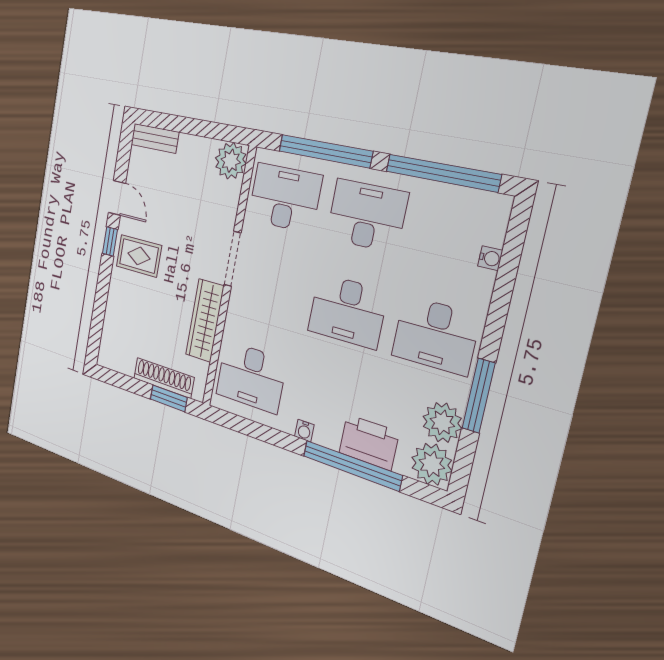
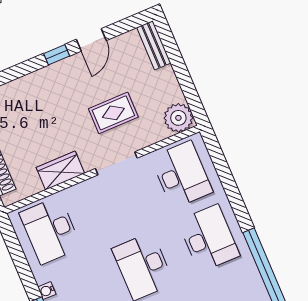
window: (325, 151) -> (229, 183), removed
rug: (139, 256) -> (113, 113), moved, turned 90
wardrobe: (205, 320) -> (60, 170), width x0.67

